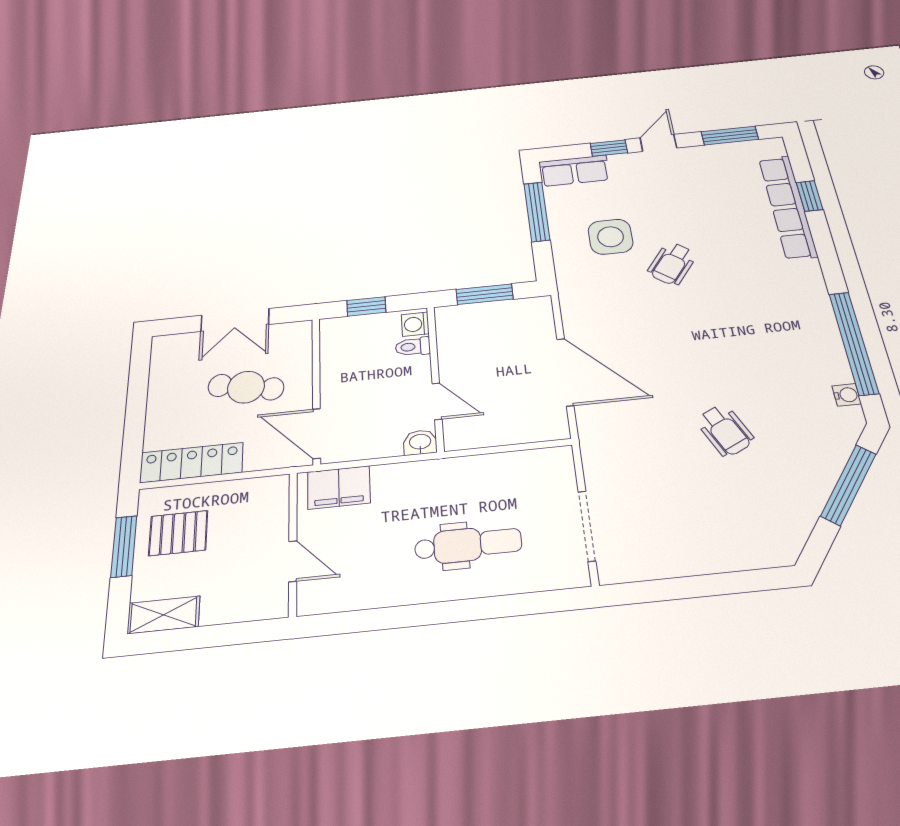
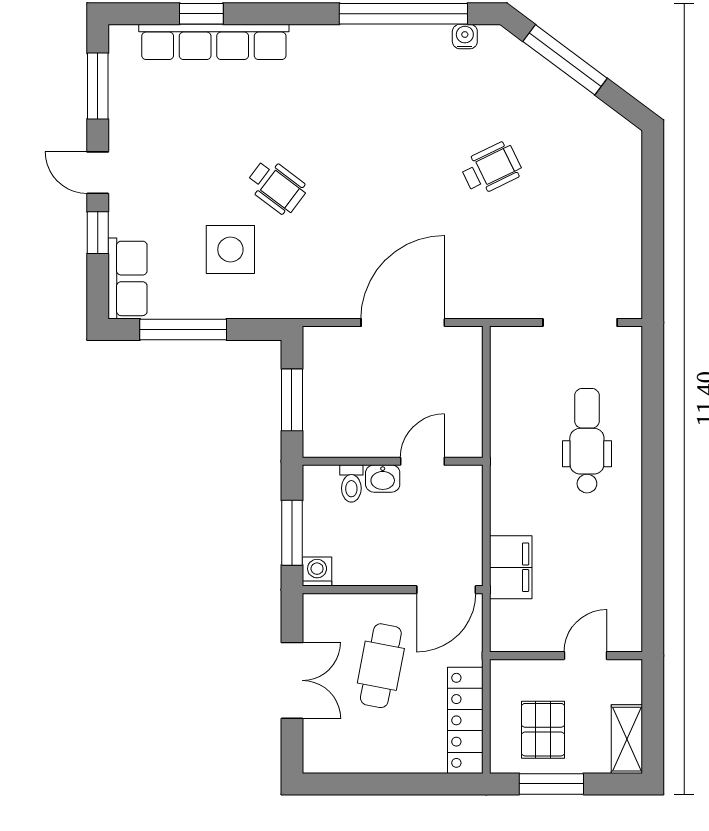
window: (366, 306) -> (292, 533), width x1.50
washing machine: (415, 324) -> (317, 572), moved, turned 180
washbasin: (420, 442) -> (383, 479), moved, turned -90
wall: (293, 543) -> (566, 656), moved
door: (293, 561) -> (585, 656), moved

